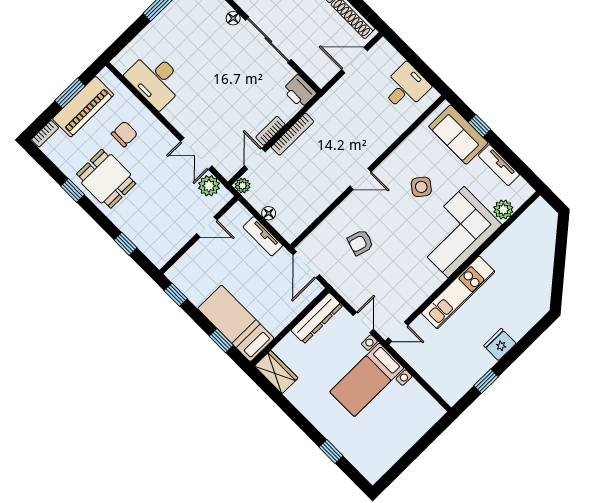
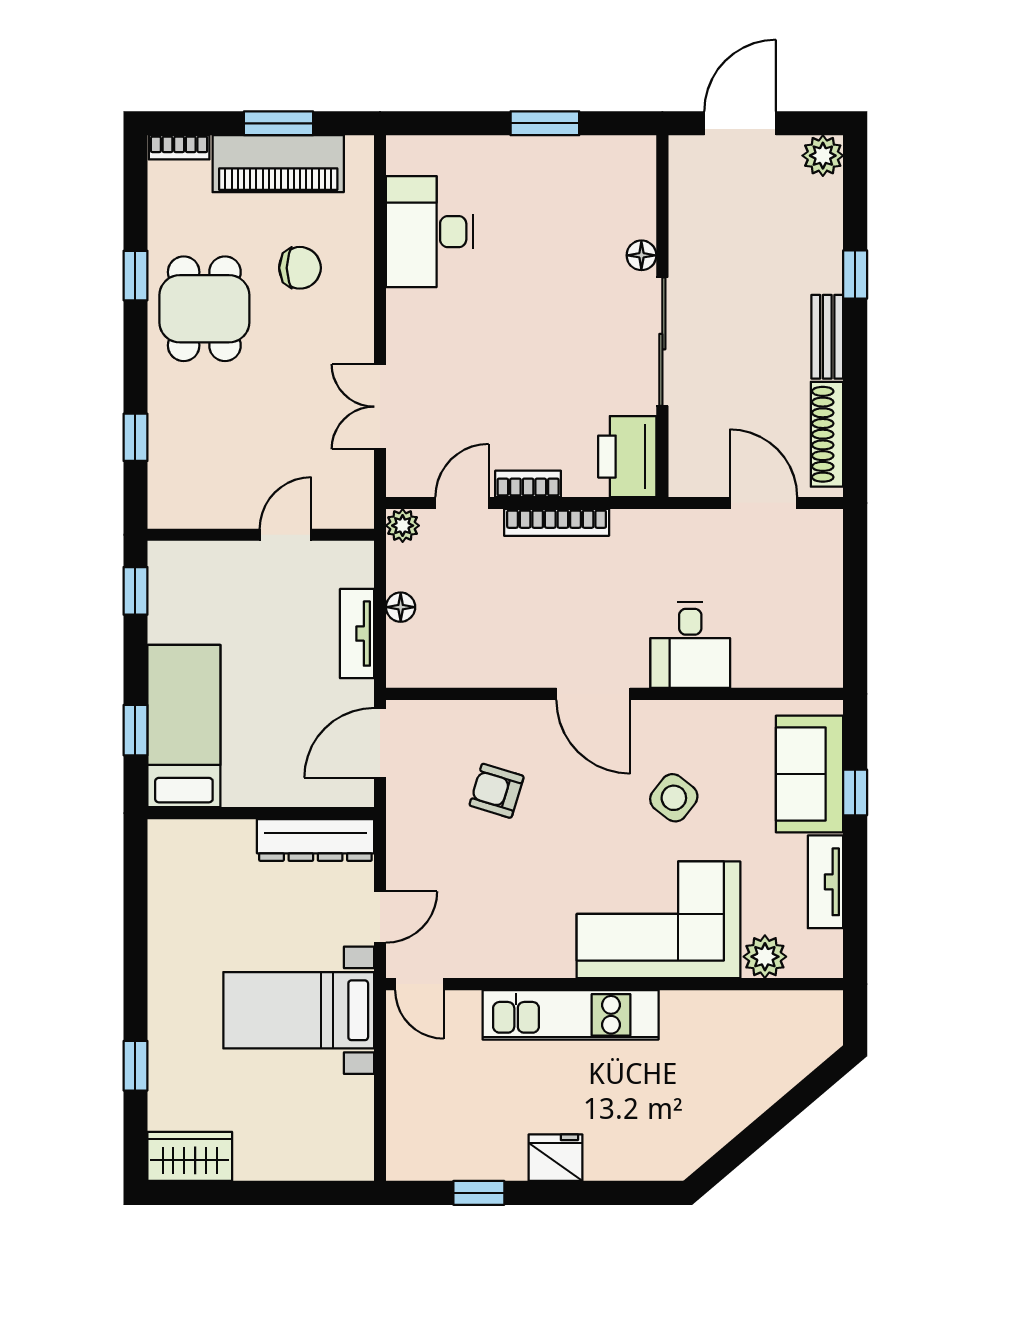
desk: (406, 87) -> (690, 645), moved, turned 90
printer: (299, 91) -> (627, 457), width x1.37, depth x1.19
door: (361, 179) -> (593, 694), width x1.38
plant: (209, 186) -> (351, 475), removed
door: (207, 227) -> (286, 535), swing flipped
wardrobe: (276, 372) -> (190, 1156), moved, turned -90

